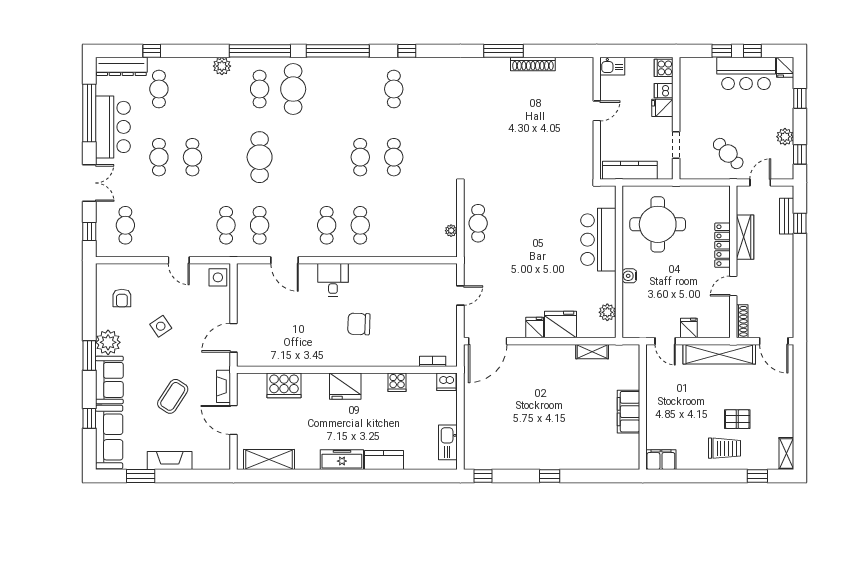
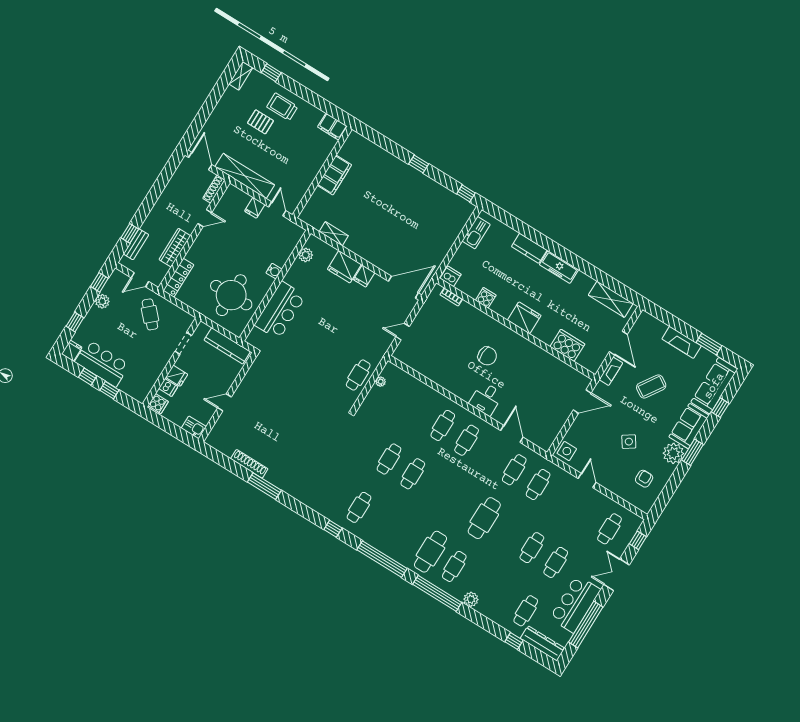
locker: (722, 245) -> (178, 278), moved

